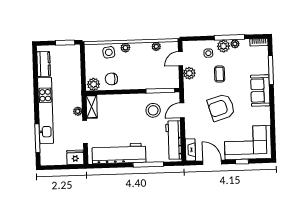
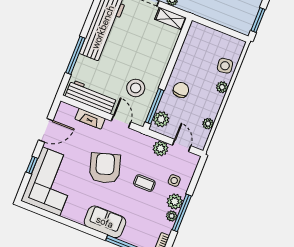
chair: (111, 79) -> (181, 90), moved
plant: (94, 84) -> (161, 119), moved
fireplace: (190, 150) -> (90, 119), moved

